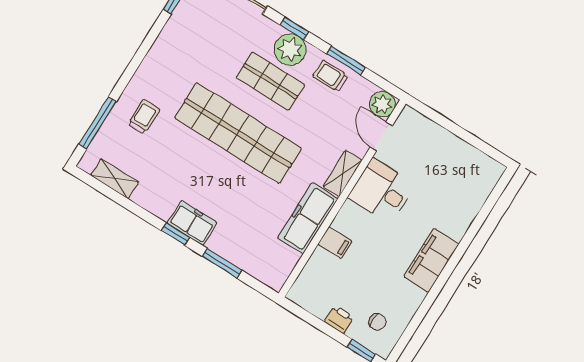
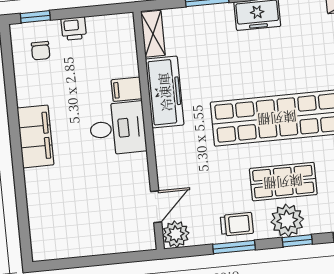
door: (381, 136) -> (156, 207), hinge flipped
shelving: (343, 173) -> (153, 34), moved
desk: (382, 191) -> (118, 128), moved
chair: (377, 322) -> (41, 51), turned -90

